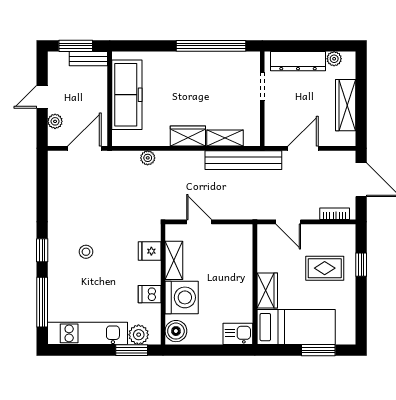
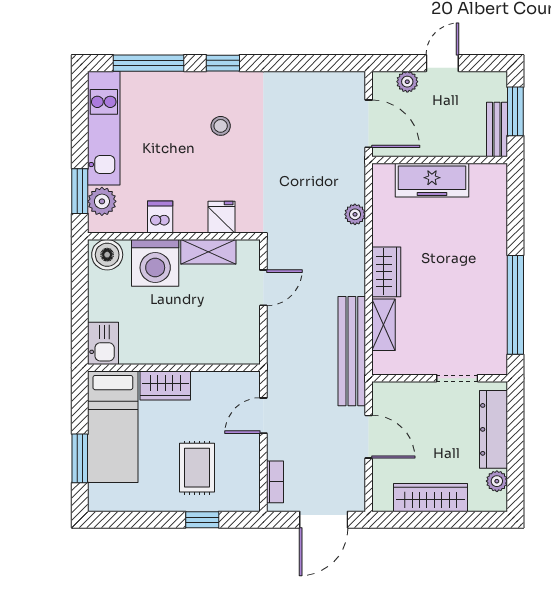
freezer: (127, 95) -> (432, 180), width x0.73, depth x0.79
door: (42, 97) -> (442, 63), hinge flipped

